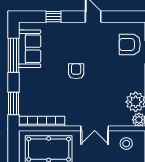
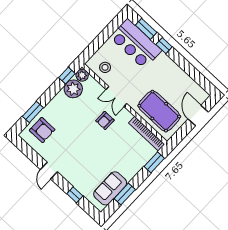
window: (13, 55) -> (125, 194), width x0.69
armchair: (76, 71) -> (105, 120), moved
double door: (95, 128) -> (116, 96), swing flipped

